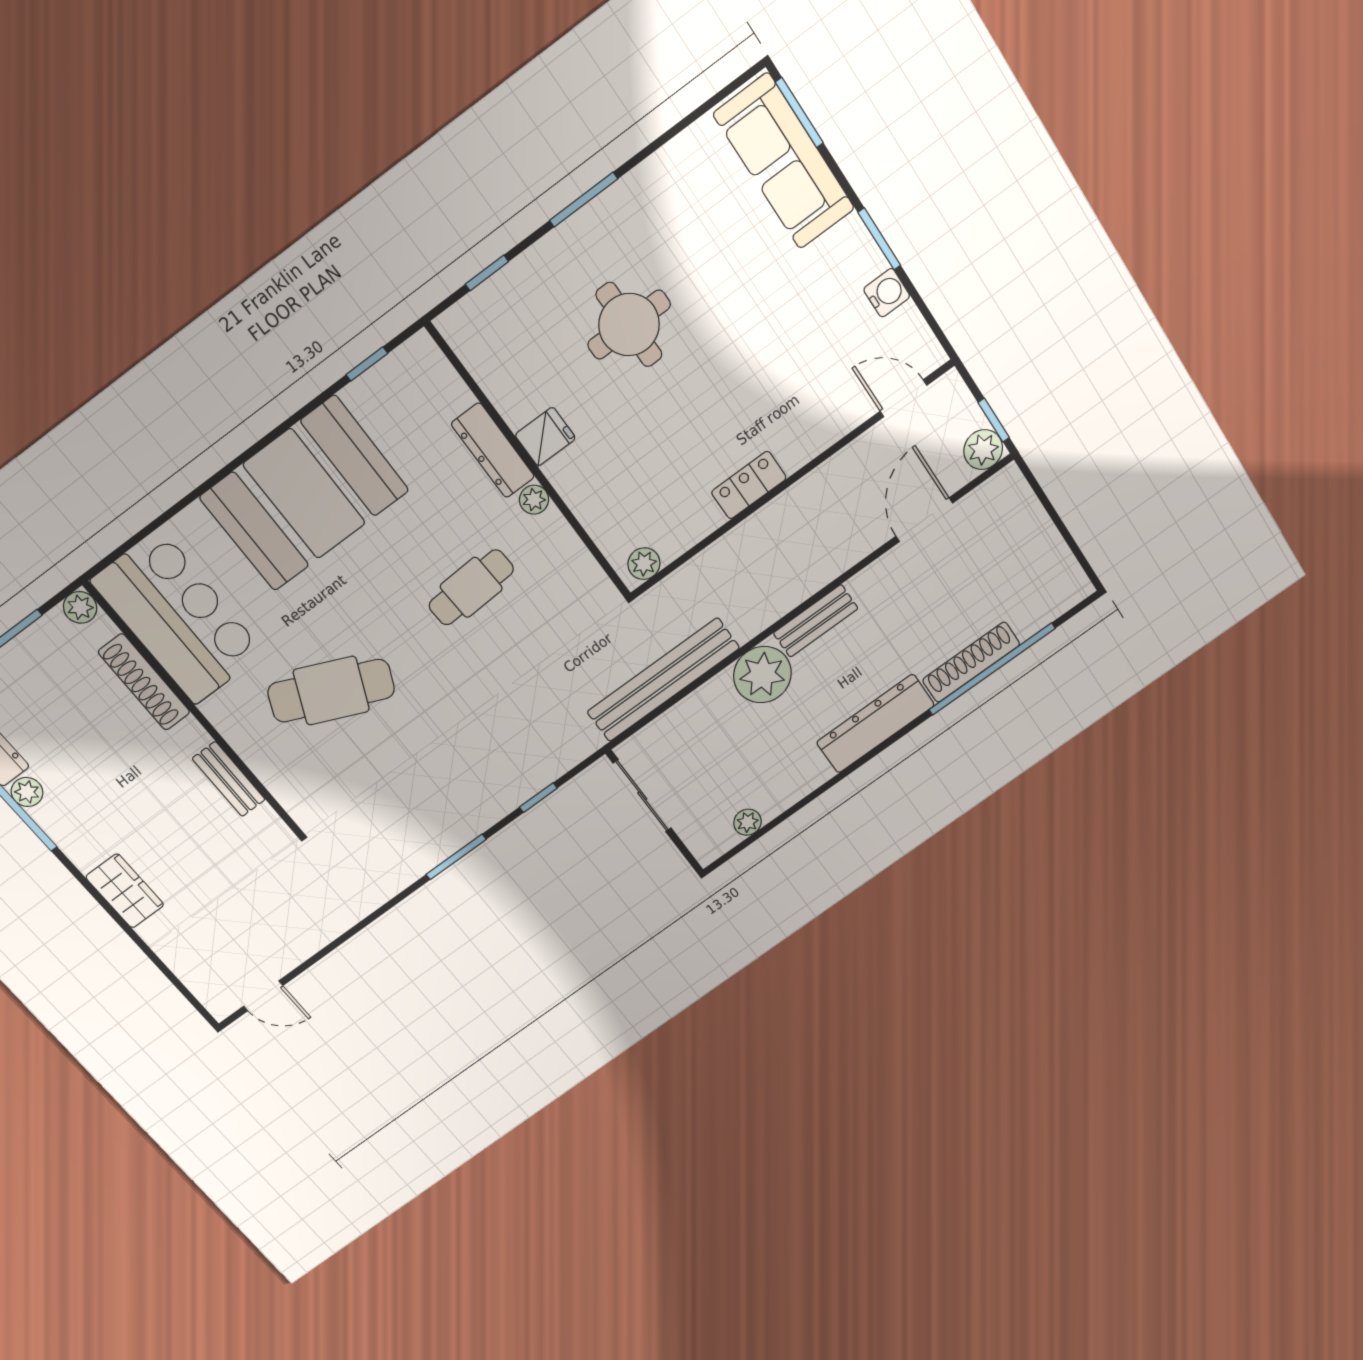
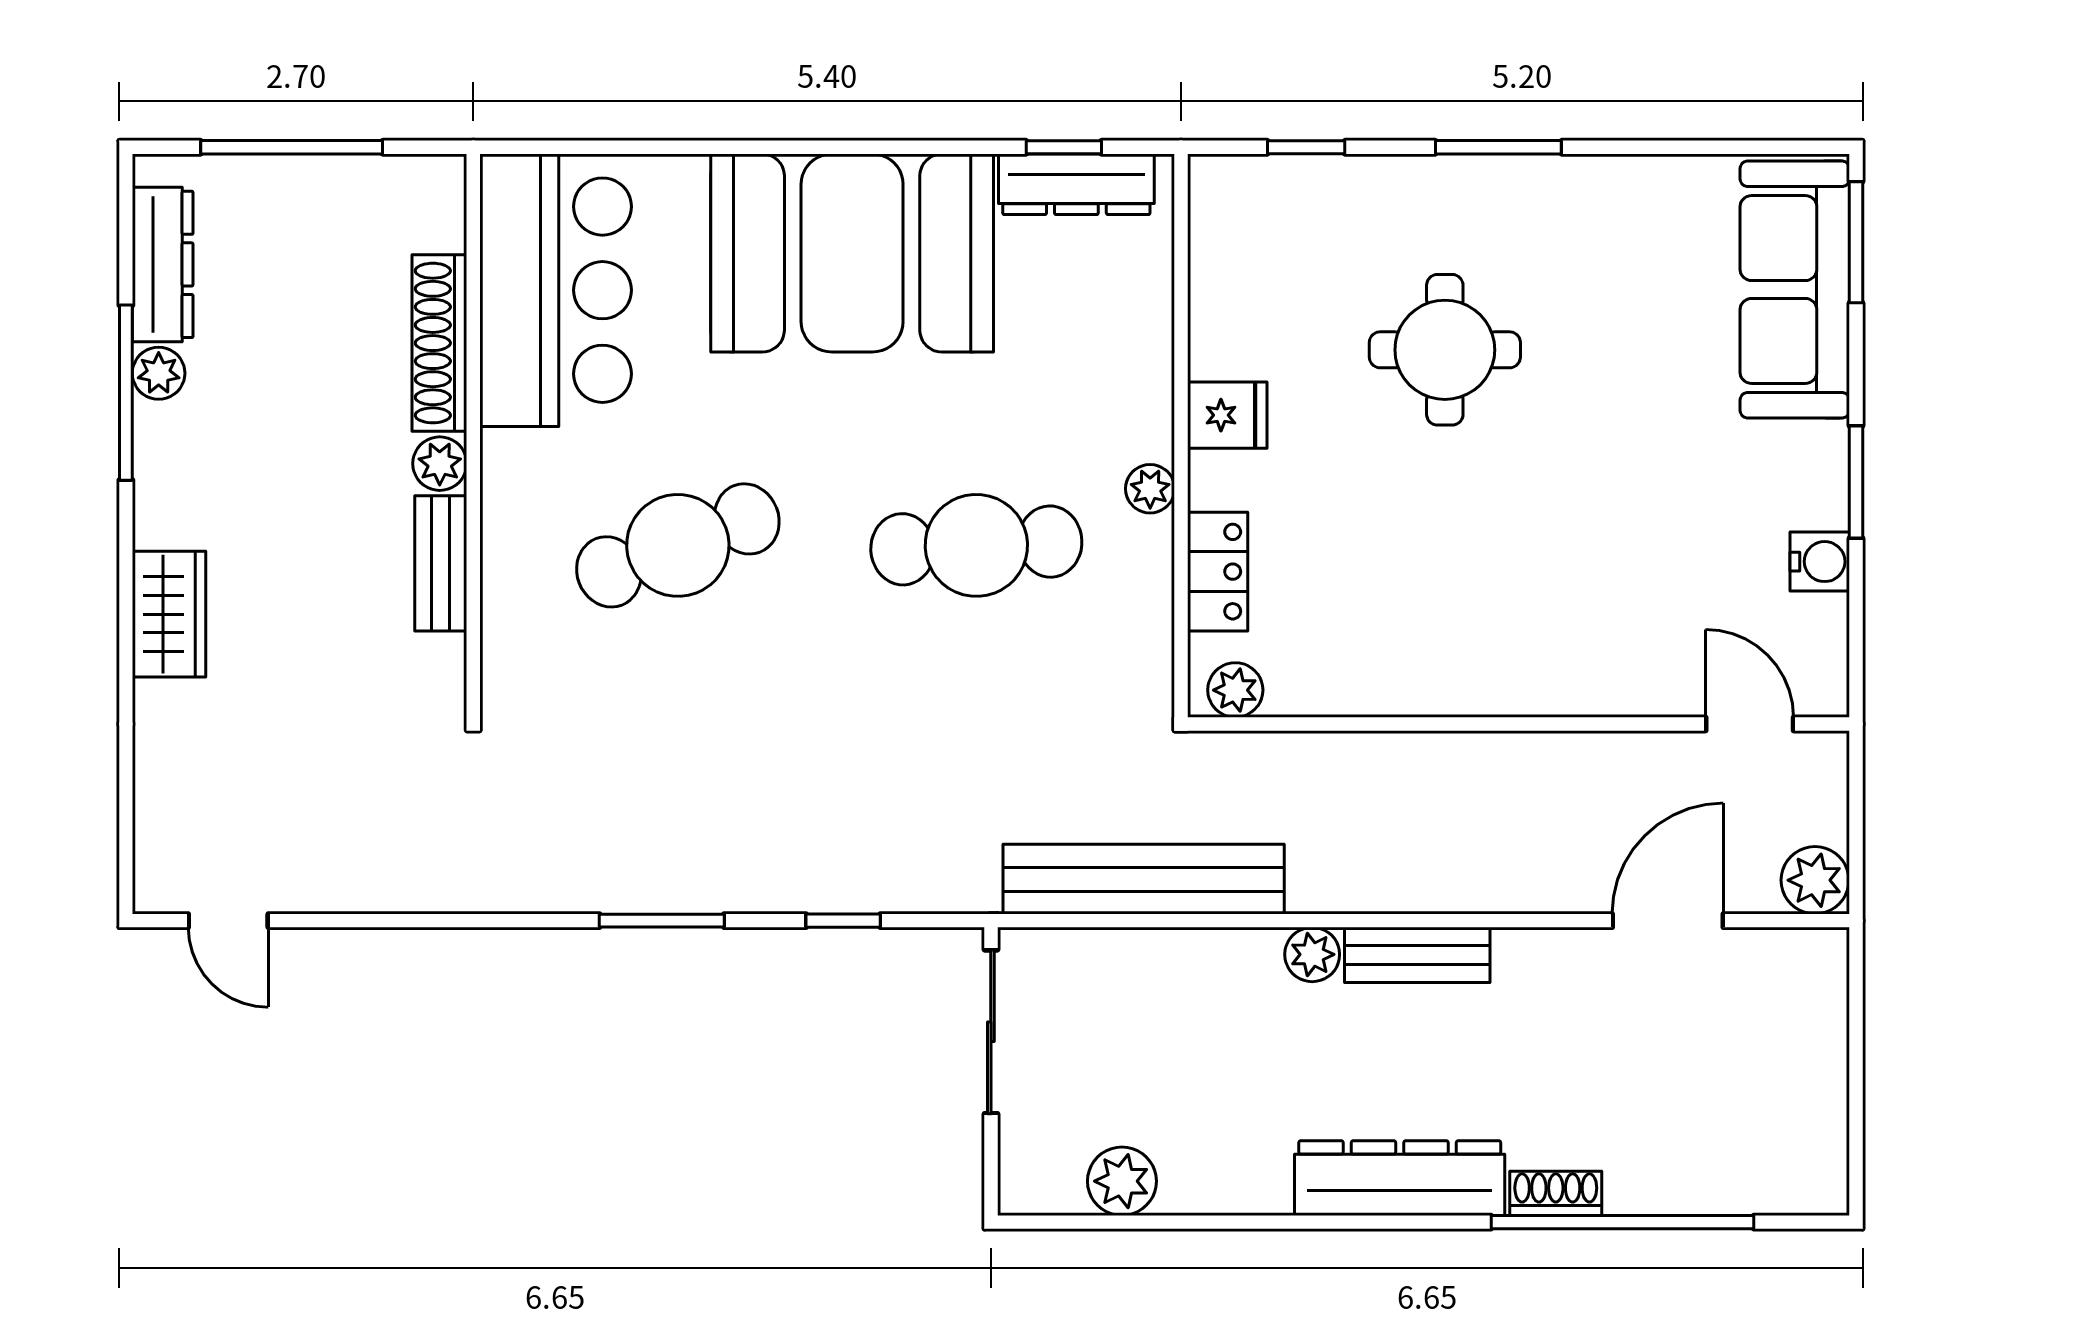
window: (994, 420) -> (1856, 849), removed
dresser: (493, 450) -> (1076, 184), moved, turned -90
locker: (749, 485) -> (1218, 572), moved, turned 90
cafe table: (471, 587) -> (976, 545), width x1.37, depth x1.35
plant: (80, 607) -> (440, 464), moved
shoe rack: (971, 662) -> (1556, 1193), width x0.51, depth x0.81
plant: (762, 675) -> (1312, 954), width x0.53, depth x0.53
cafe table: (331, 691) -> (678, 545), turned -45
plant: (748, 822) -> (1122, 1181), width x1.38, depth x1.38

